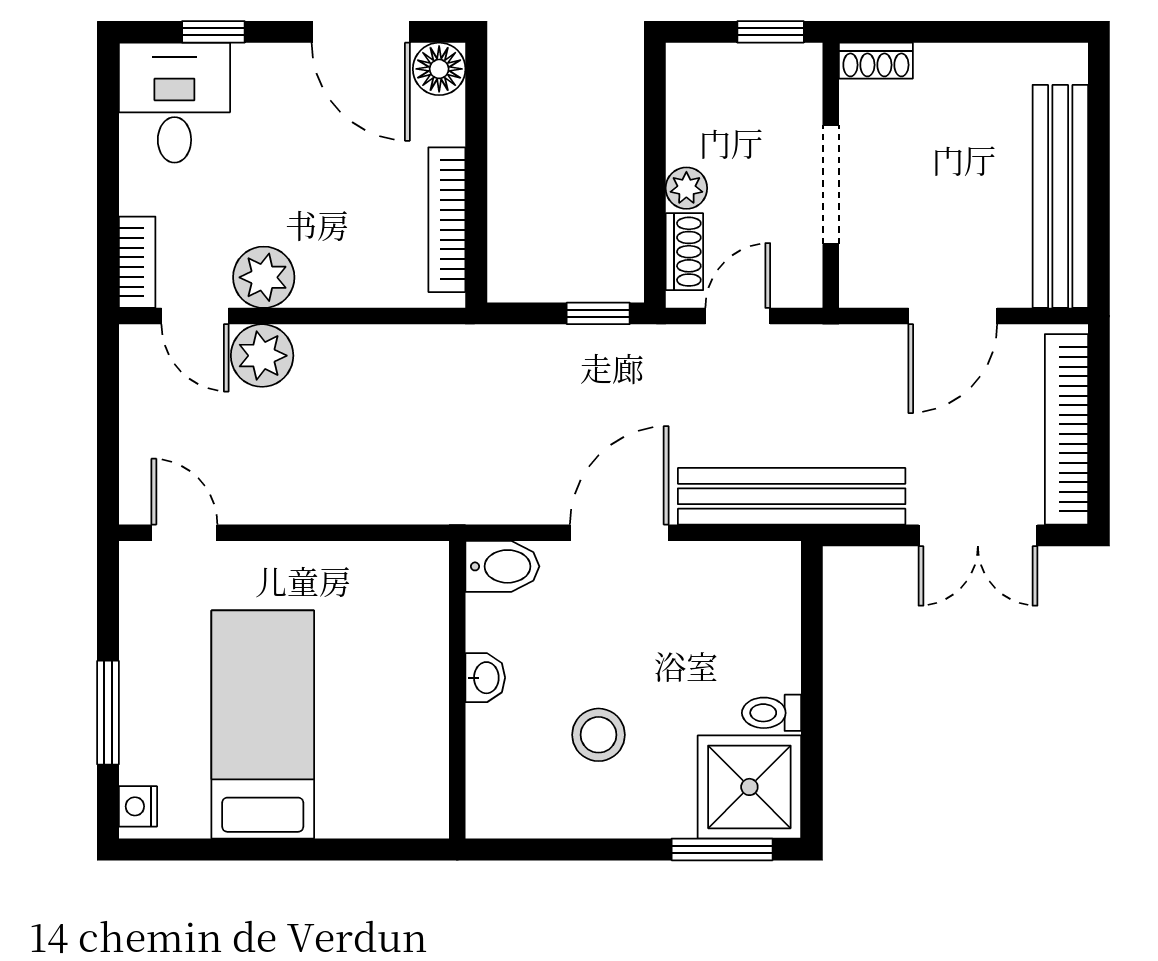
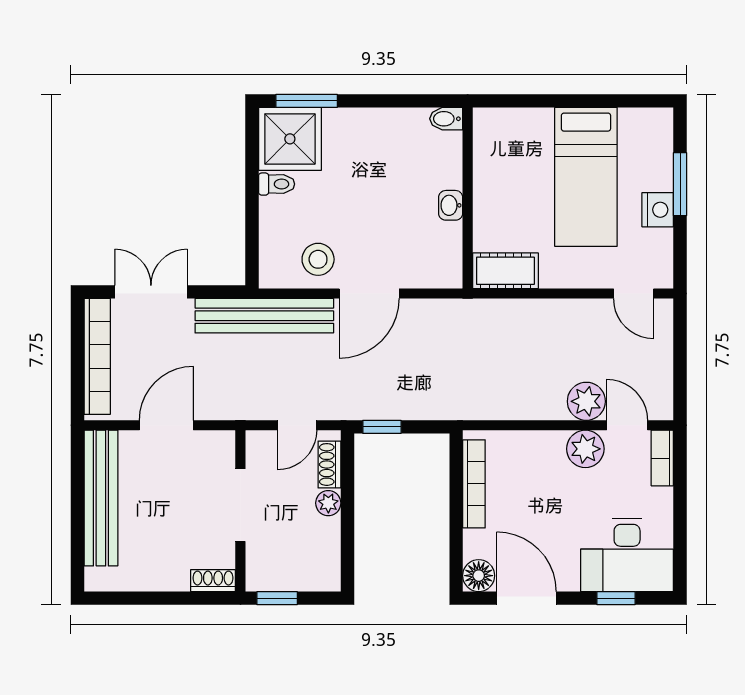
desk: (174, 103) -> (627, 555), width x1.37
bidet: (502, 566) -> (446, 119), moved, width x0.72, depth x0.74
cot: (395, 570) -> (505, 271), added
stool: (598, 735) -> (318, 259), moved
nightstand: (138, 806) -> (658, 210), moved, width x1.39, depth x1.35

